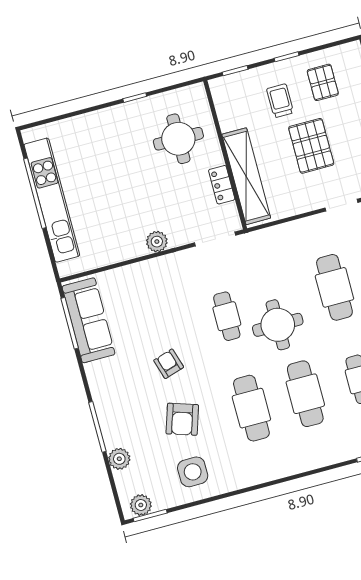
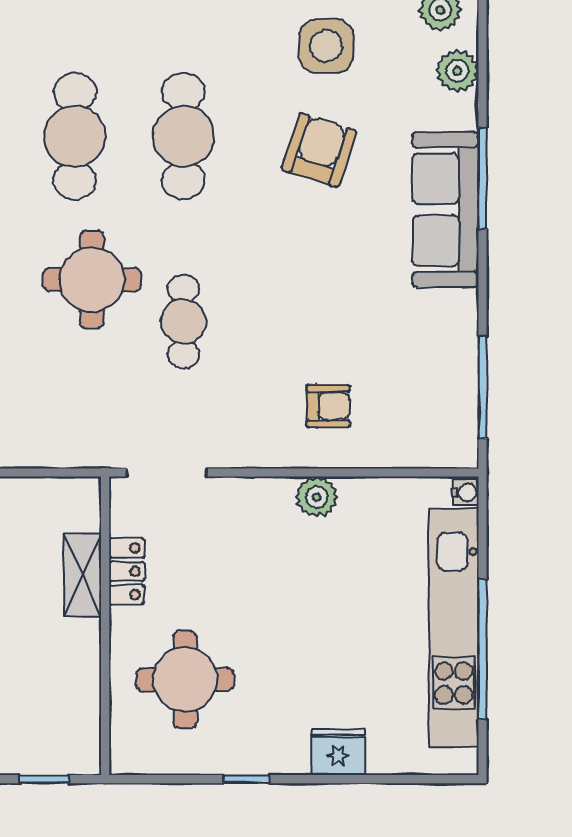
fridge: (93, 123) -> (338, 752), added
shelving: (246, 176) -> (83, 575), width x0.45, depth x0.75
plant: (157, 242) -> (317, 497), moved
water cooler: (64, 269) -> (465, 492), added
sofa: (89, 320) -> (445, 210), moved
armchair: (169, 364) -> (328, 406), moved, turned -73
plant: (119, 459) -> (457, 71), moved

